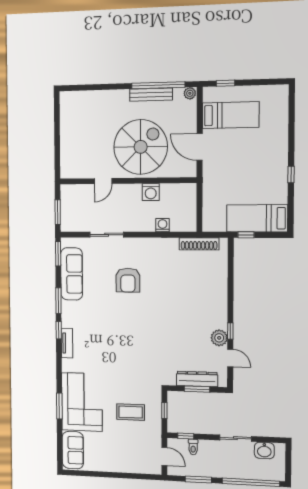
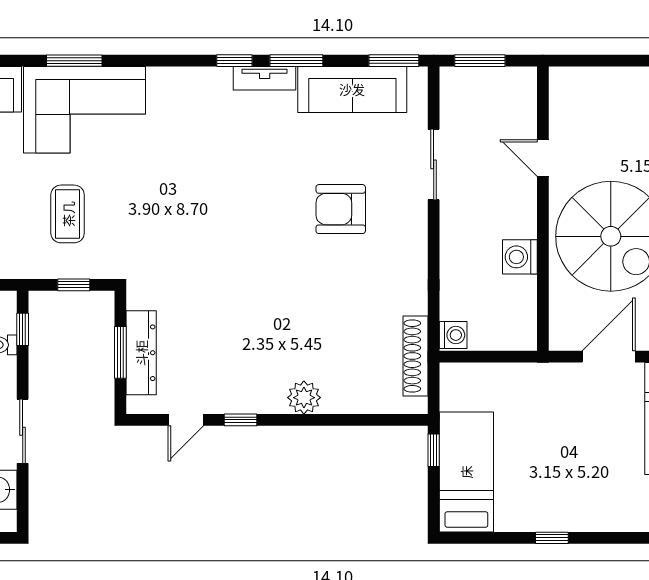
washing machine: (163, 225) -> (453, 335), moved
plant: (219, 338) -> (304, 398), moved
tv unit: (67, 343) -> (265, 78), moved

